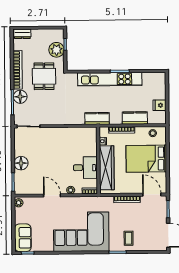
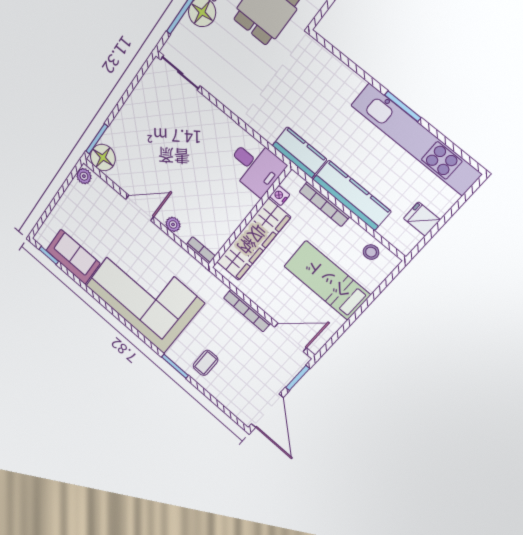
kitchen unit: (110, 79) -> (416, 139), moved
kitchen counter: (135, 118) -> (352, 195), width x1.50
bed: (146, 159) -> (327, 280), width x0.67
floor lamp: (21, 163) -> (103, 158), moved
desk: (85, 168) -> (255, 167), moved
door: (52, 195) -> (140, 208), hinge flipped
door: (152, 195) -> (291, 337), hinge flipped
sofa: (23, 238) -> (73, 257), moved, turned -90

